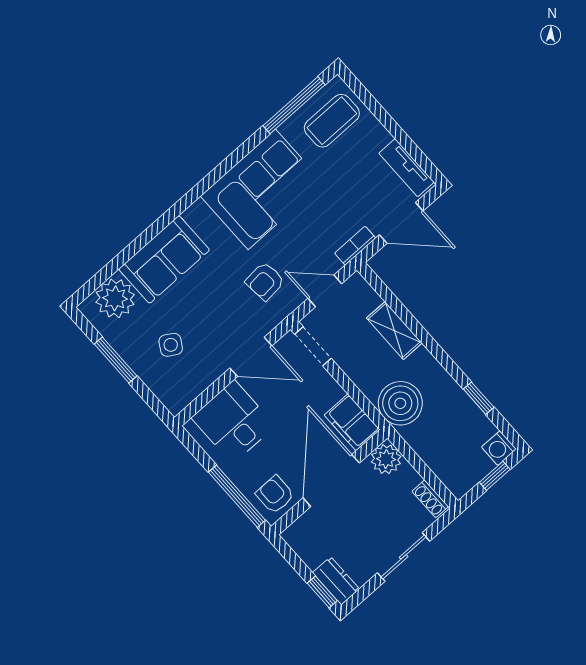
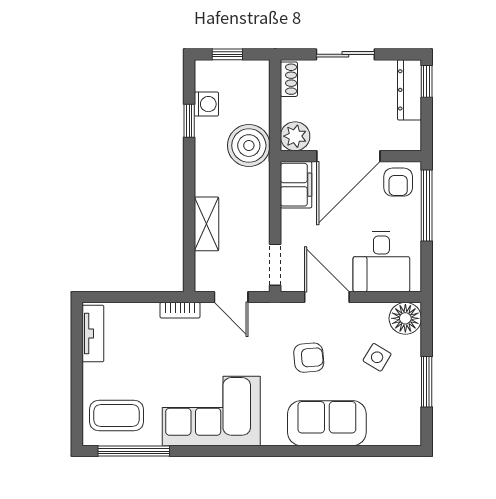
door: (401, 223) -> (132, 297), removed
armchair: (265, 281) -> (309, 358), moved
plant: (115, 298) -> (387, 427), removed
floor lamp: (176, 394) -> (405, 318), added
boiler: (400, 403) -> (249, 146), moved
washing machine: (499, 448) -> (206, 104), moved
dresser: (336, 581) -> (409, 90), width x1.44

